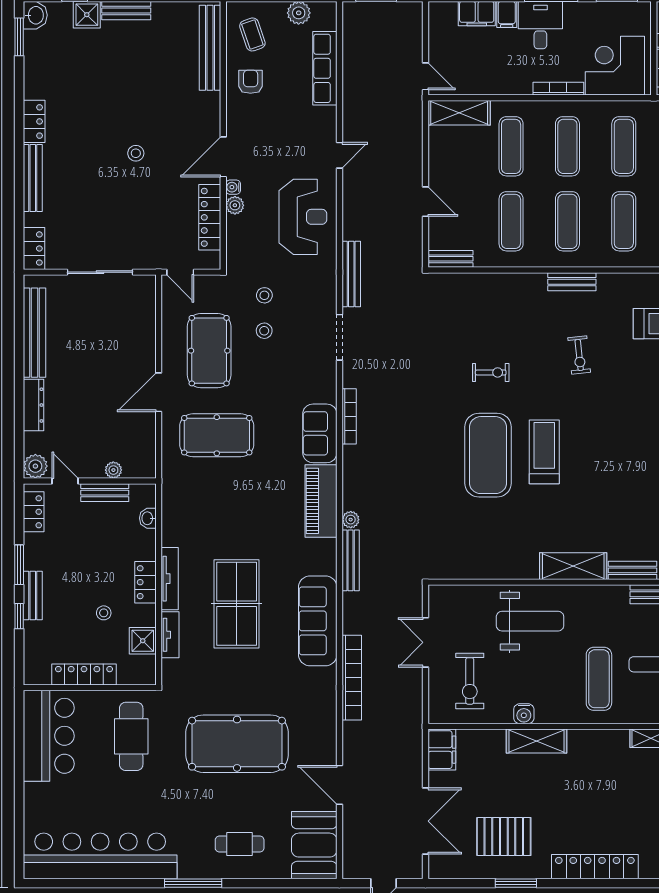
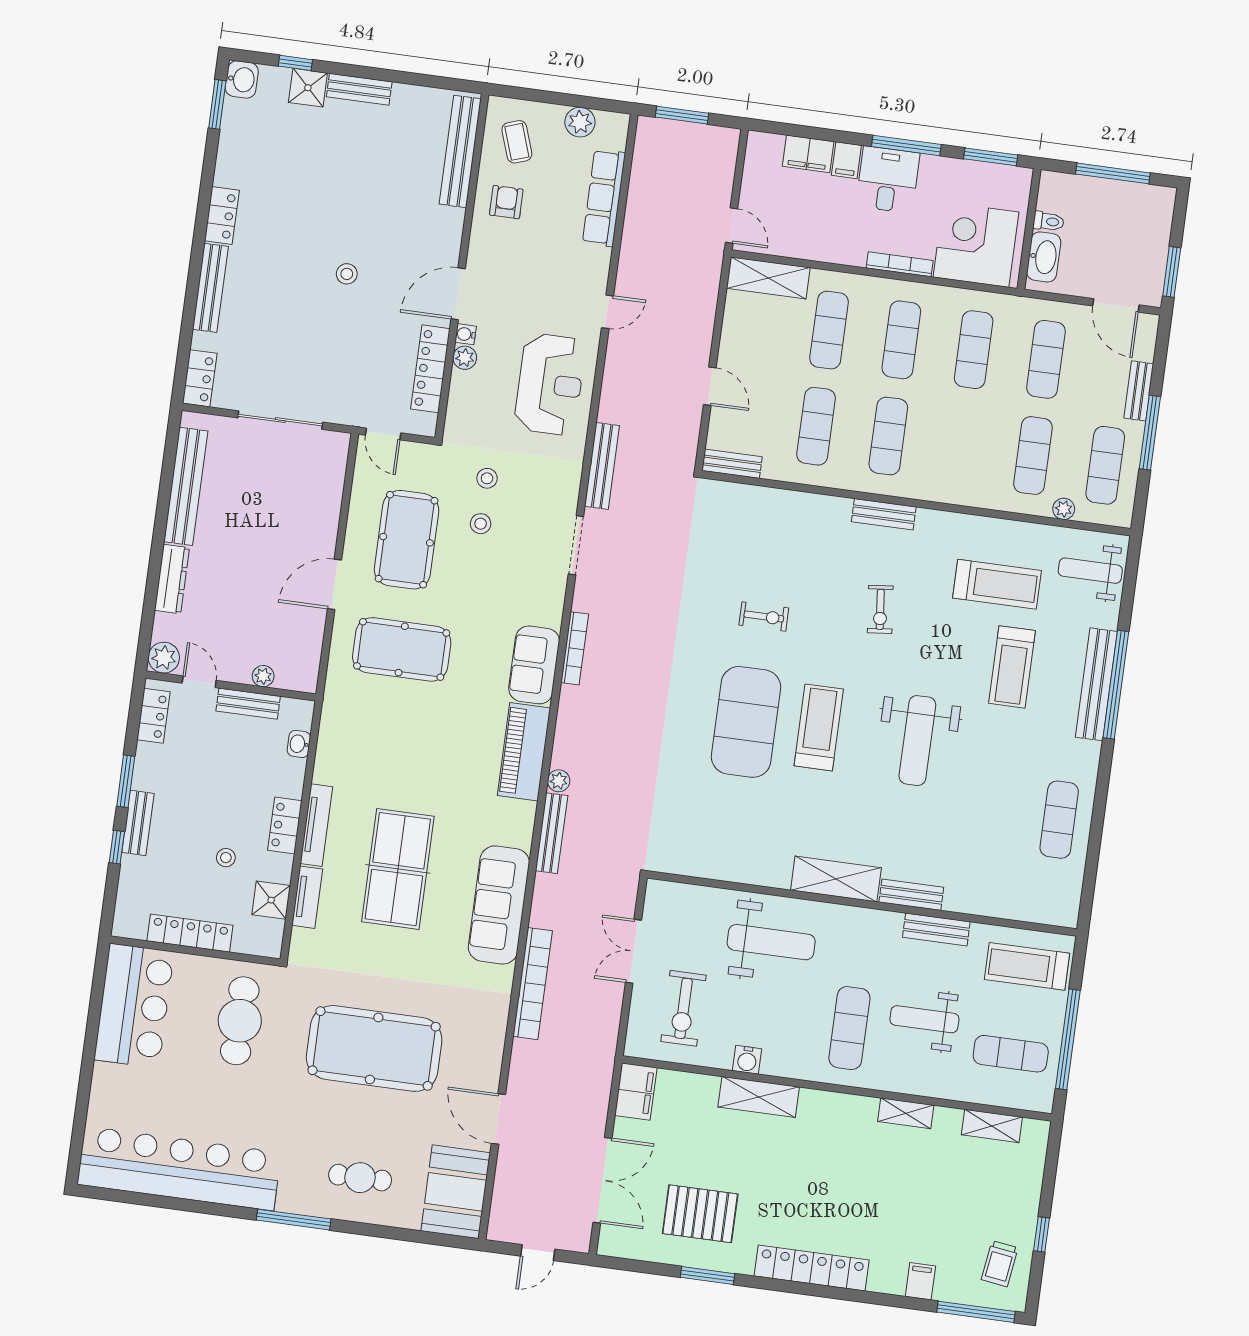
exercise mat: (624, 221) -> (961, 446), removed
weight bench: (621, 452) -> (917, 741), added

